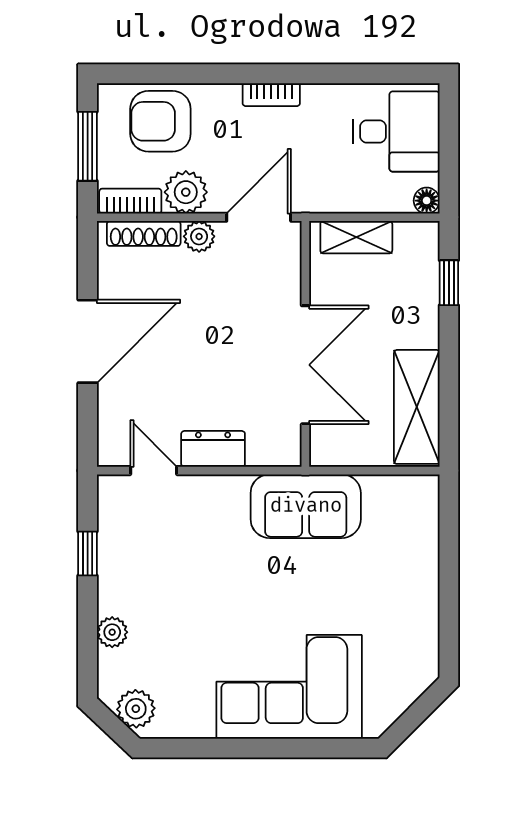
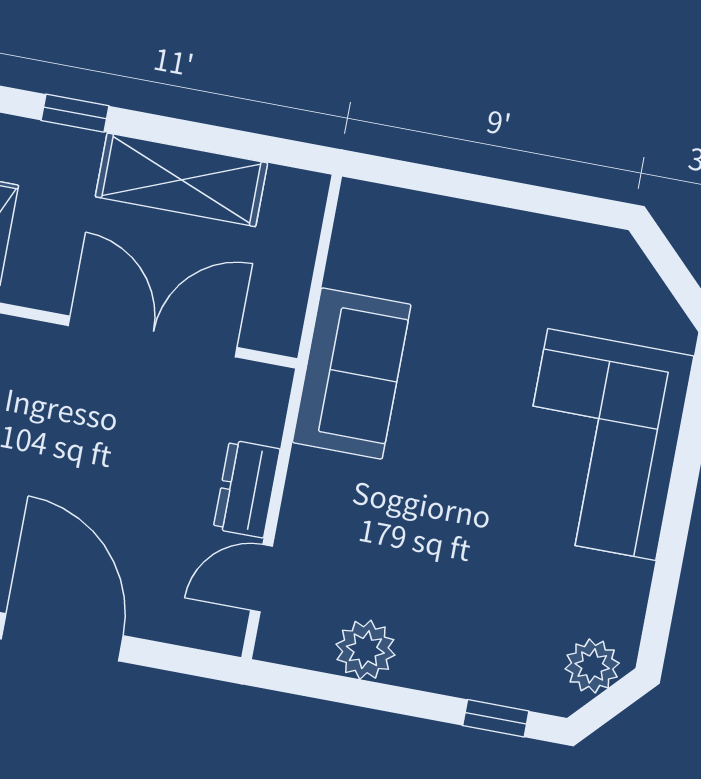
shelving: (417, 407) -> (181, 180), moved
window: (88, 554) -> (496, 718), moved
plant: (112, 632) -> (365, 650), moved, width x1.38, depth x1.38

